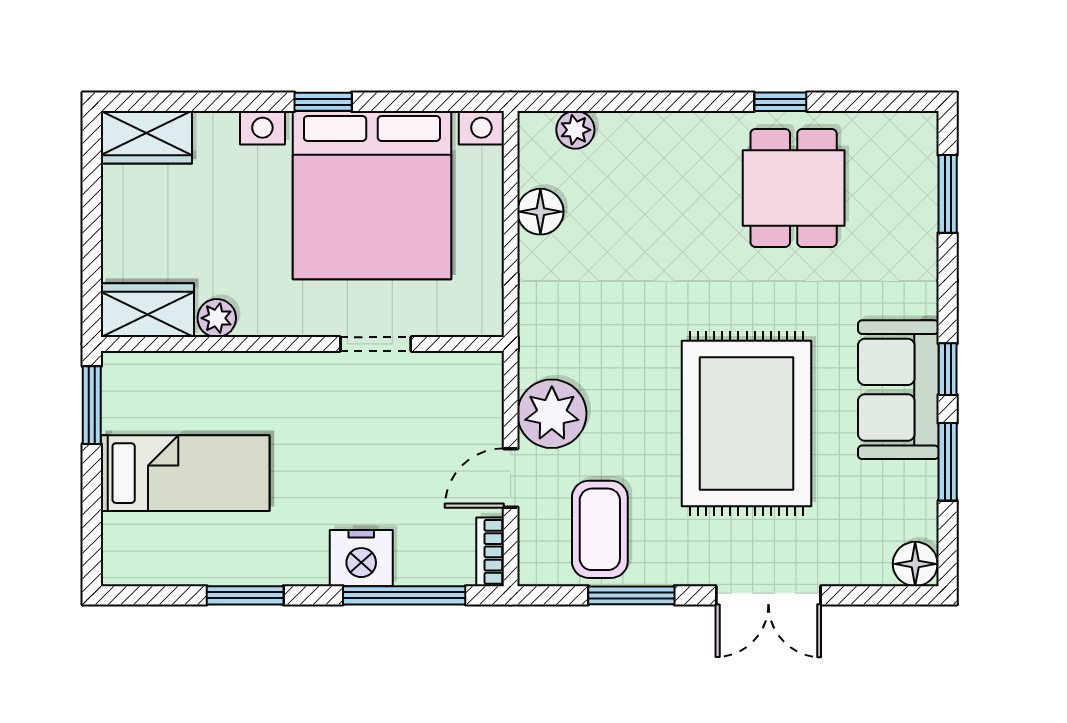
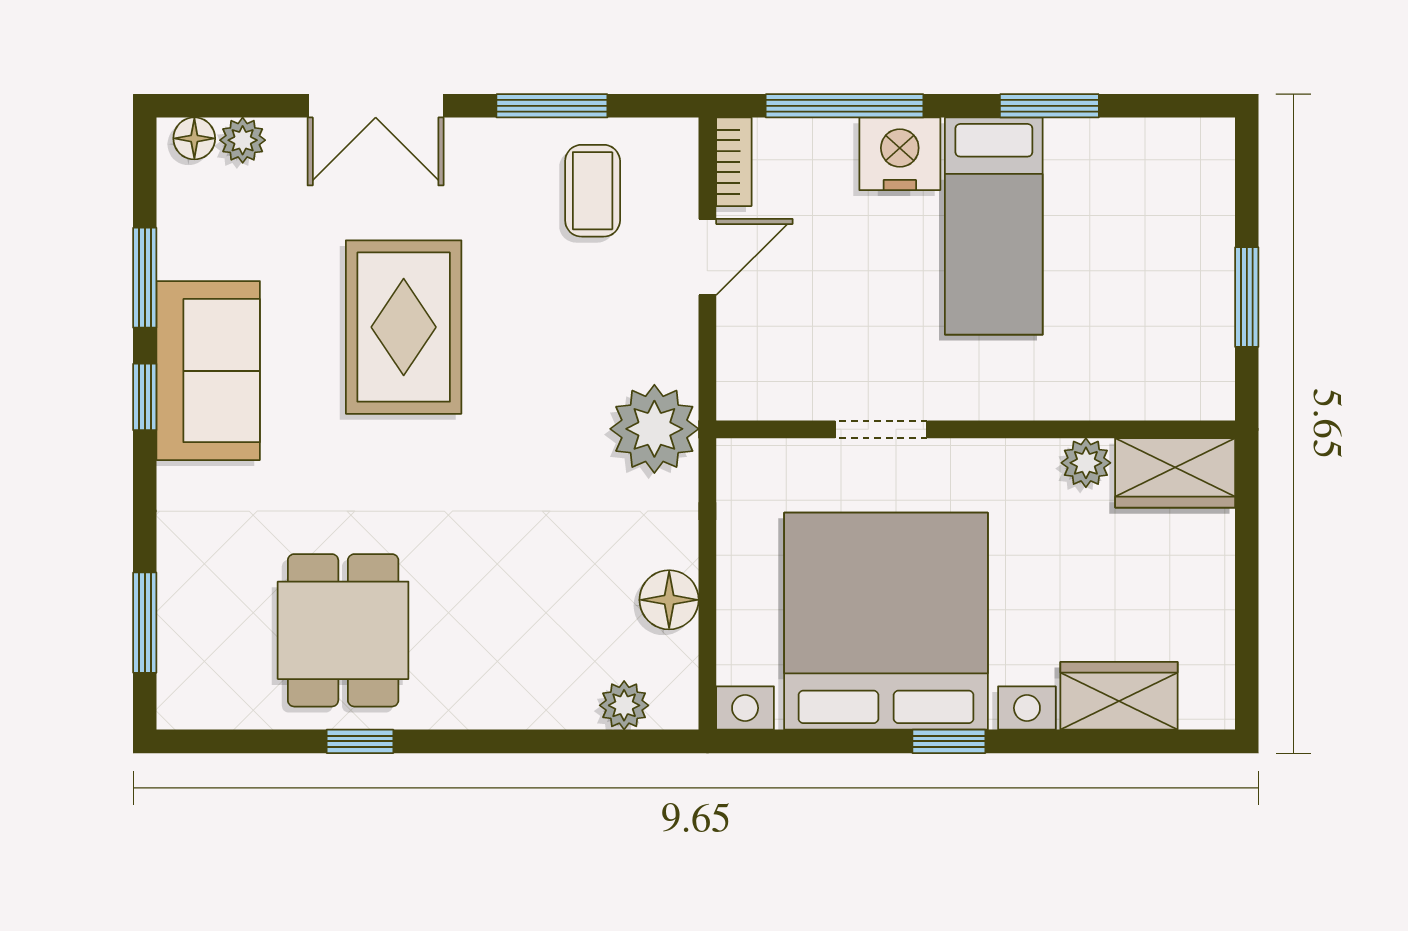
wardrobe: (146, 137) -> (1119, 696), moved
window: (92, 405) -> (1247, 297), moved
plant: (552, 414) -> (654, 429), moved
rug: (747, 423) -> (404, 327), width x0.73, depth x0.69
bed: (185, 473) -> (994, 226), moved, turned -90
coffee table: (600, 529) -> (593, 191), width x0.73, depth x0.77
floor lamp: (915, 564) -> (194, 138), width x0.73, depth x0.73
plant: (872, 569) -> (243, 140), added
double door: (768, 595) -> (376, 106), swing flipped

